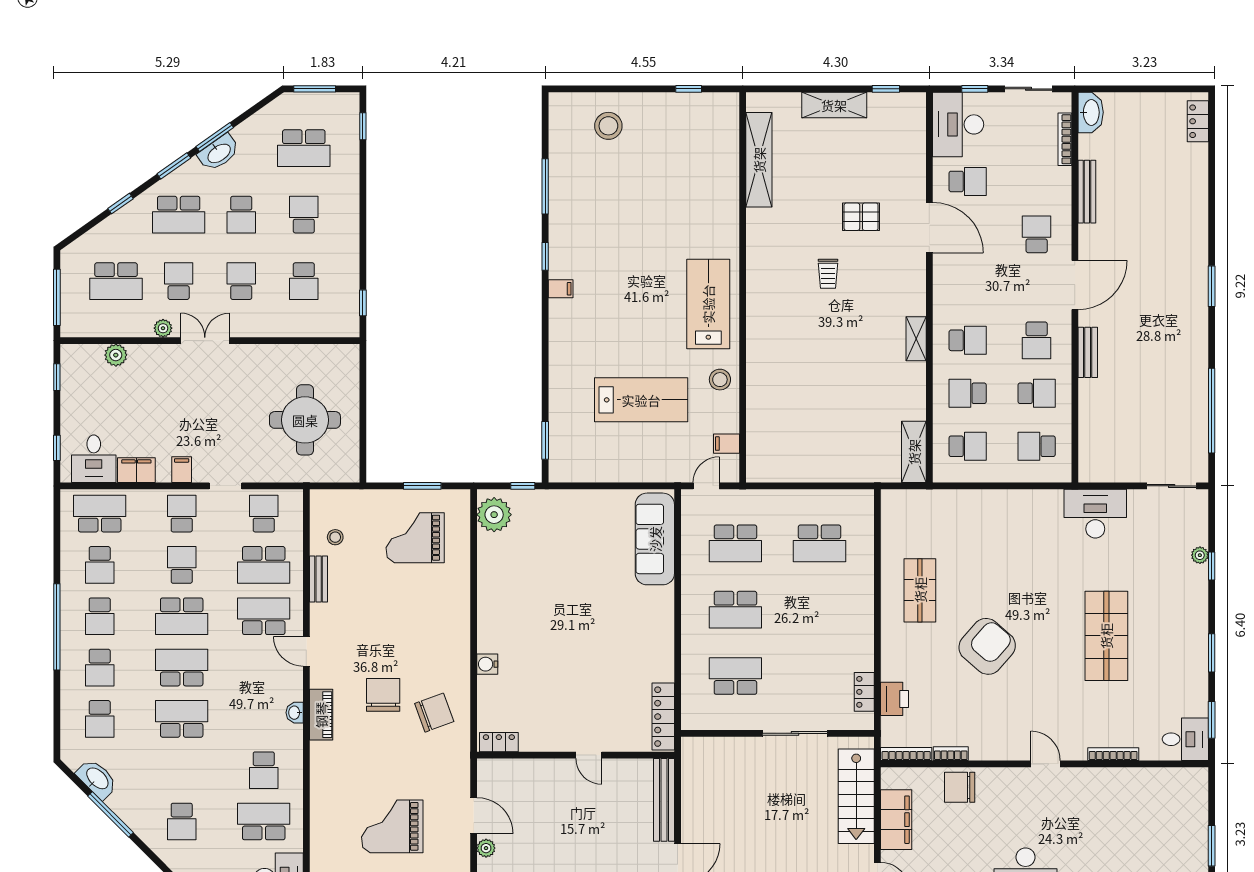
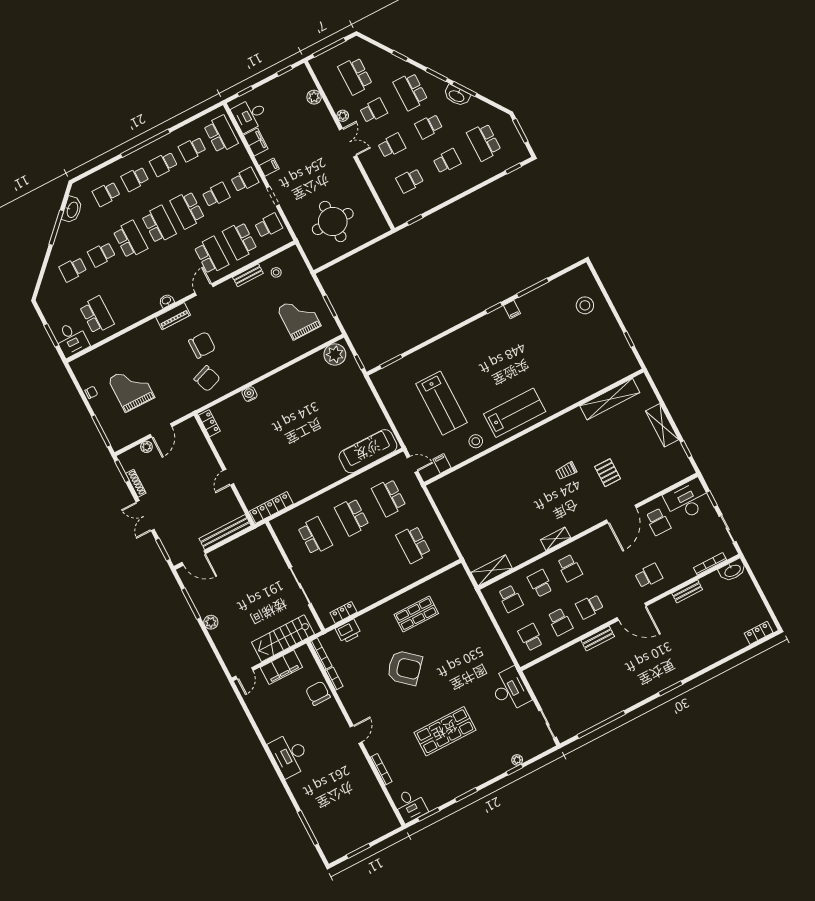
bench: (1087, 192) -> (687, 591), width x0.73
filing cabinet: (561, 289) -> (512, 309), moved
school desk: (264, 770) -> (102, 254), moved

